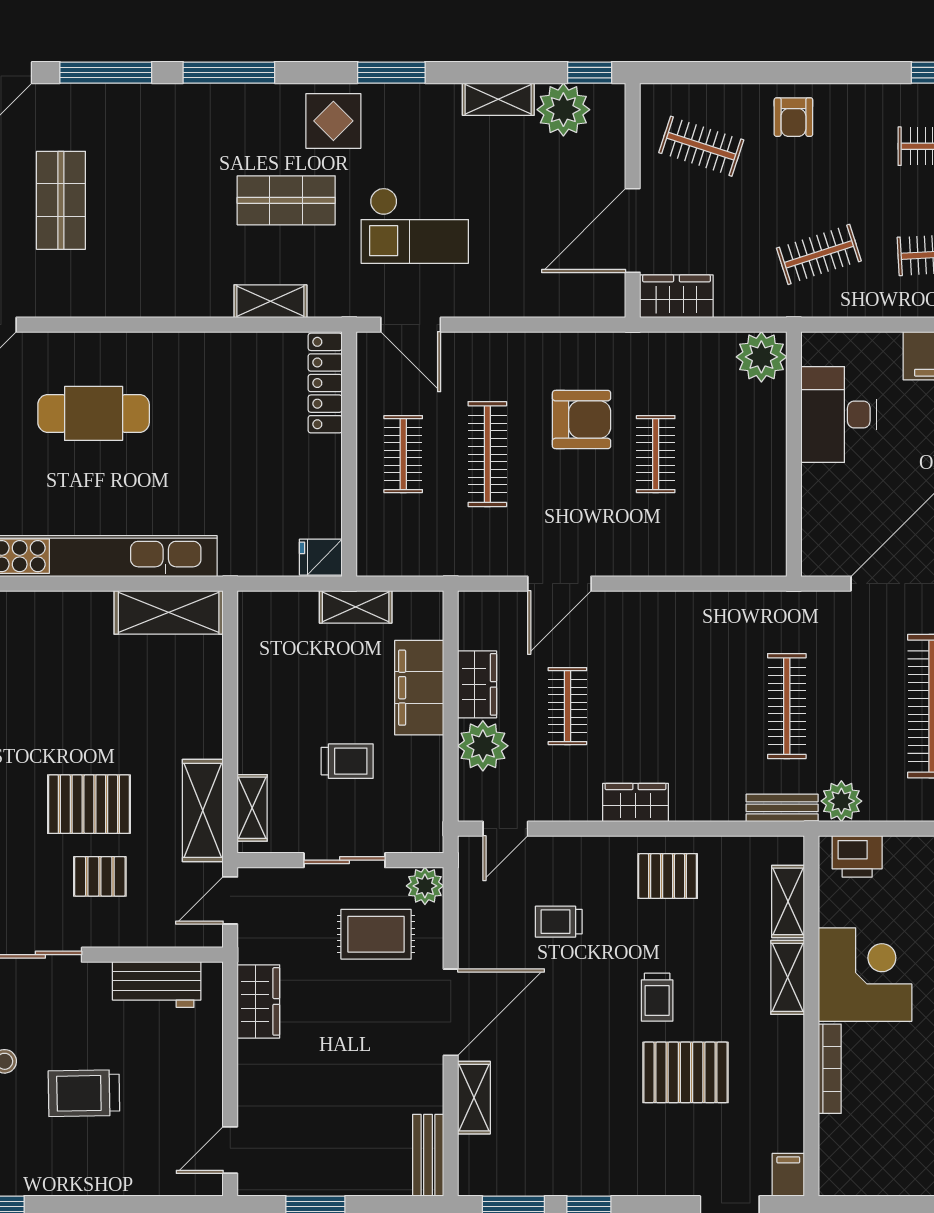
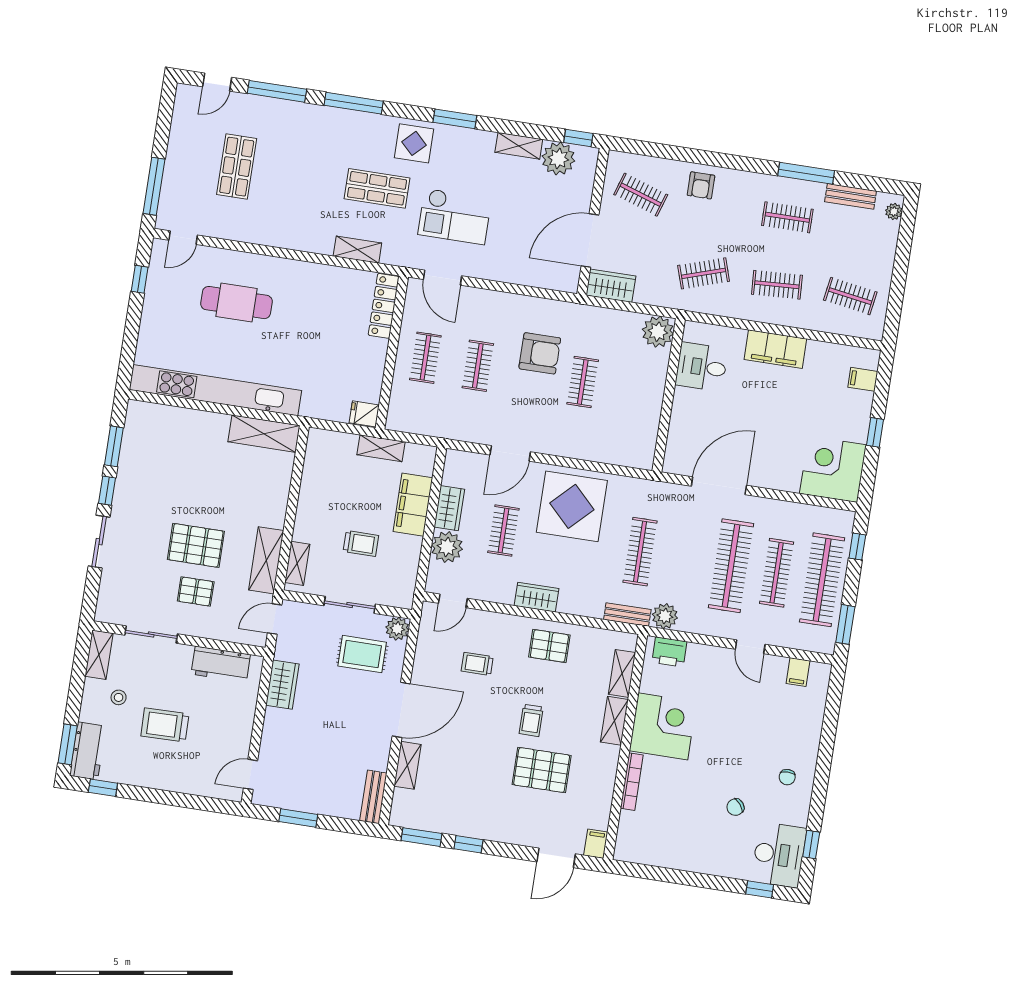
desk: (838, 415) -> (702, 367), width x0.73
clothes rail: (487, 454) -> (478, 366), width x0.73
display table: (669, 652) -> (572, 506), added

